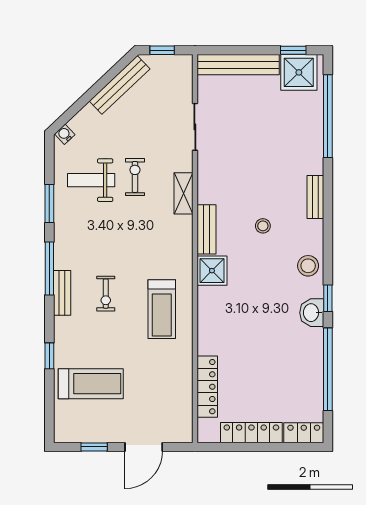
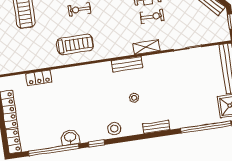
shower: (212, 271) -> (103, 71), removed
treadmill: (162, 309) -> (75, 45), turned 180
washbasin: (312, 313) -> (70, 137), moved
locker: (207, 387) -> (39, 78), width x0.66

